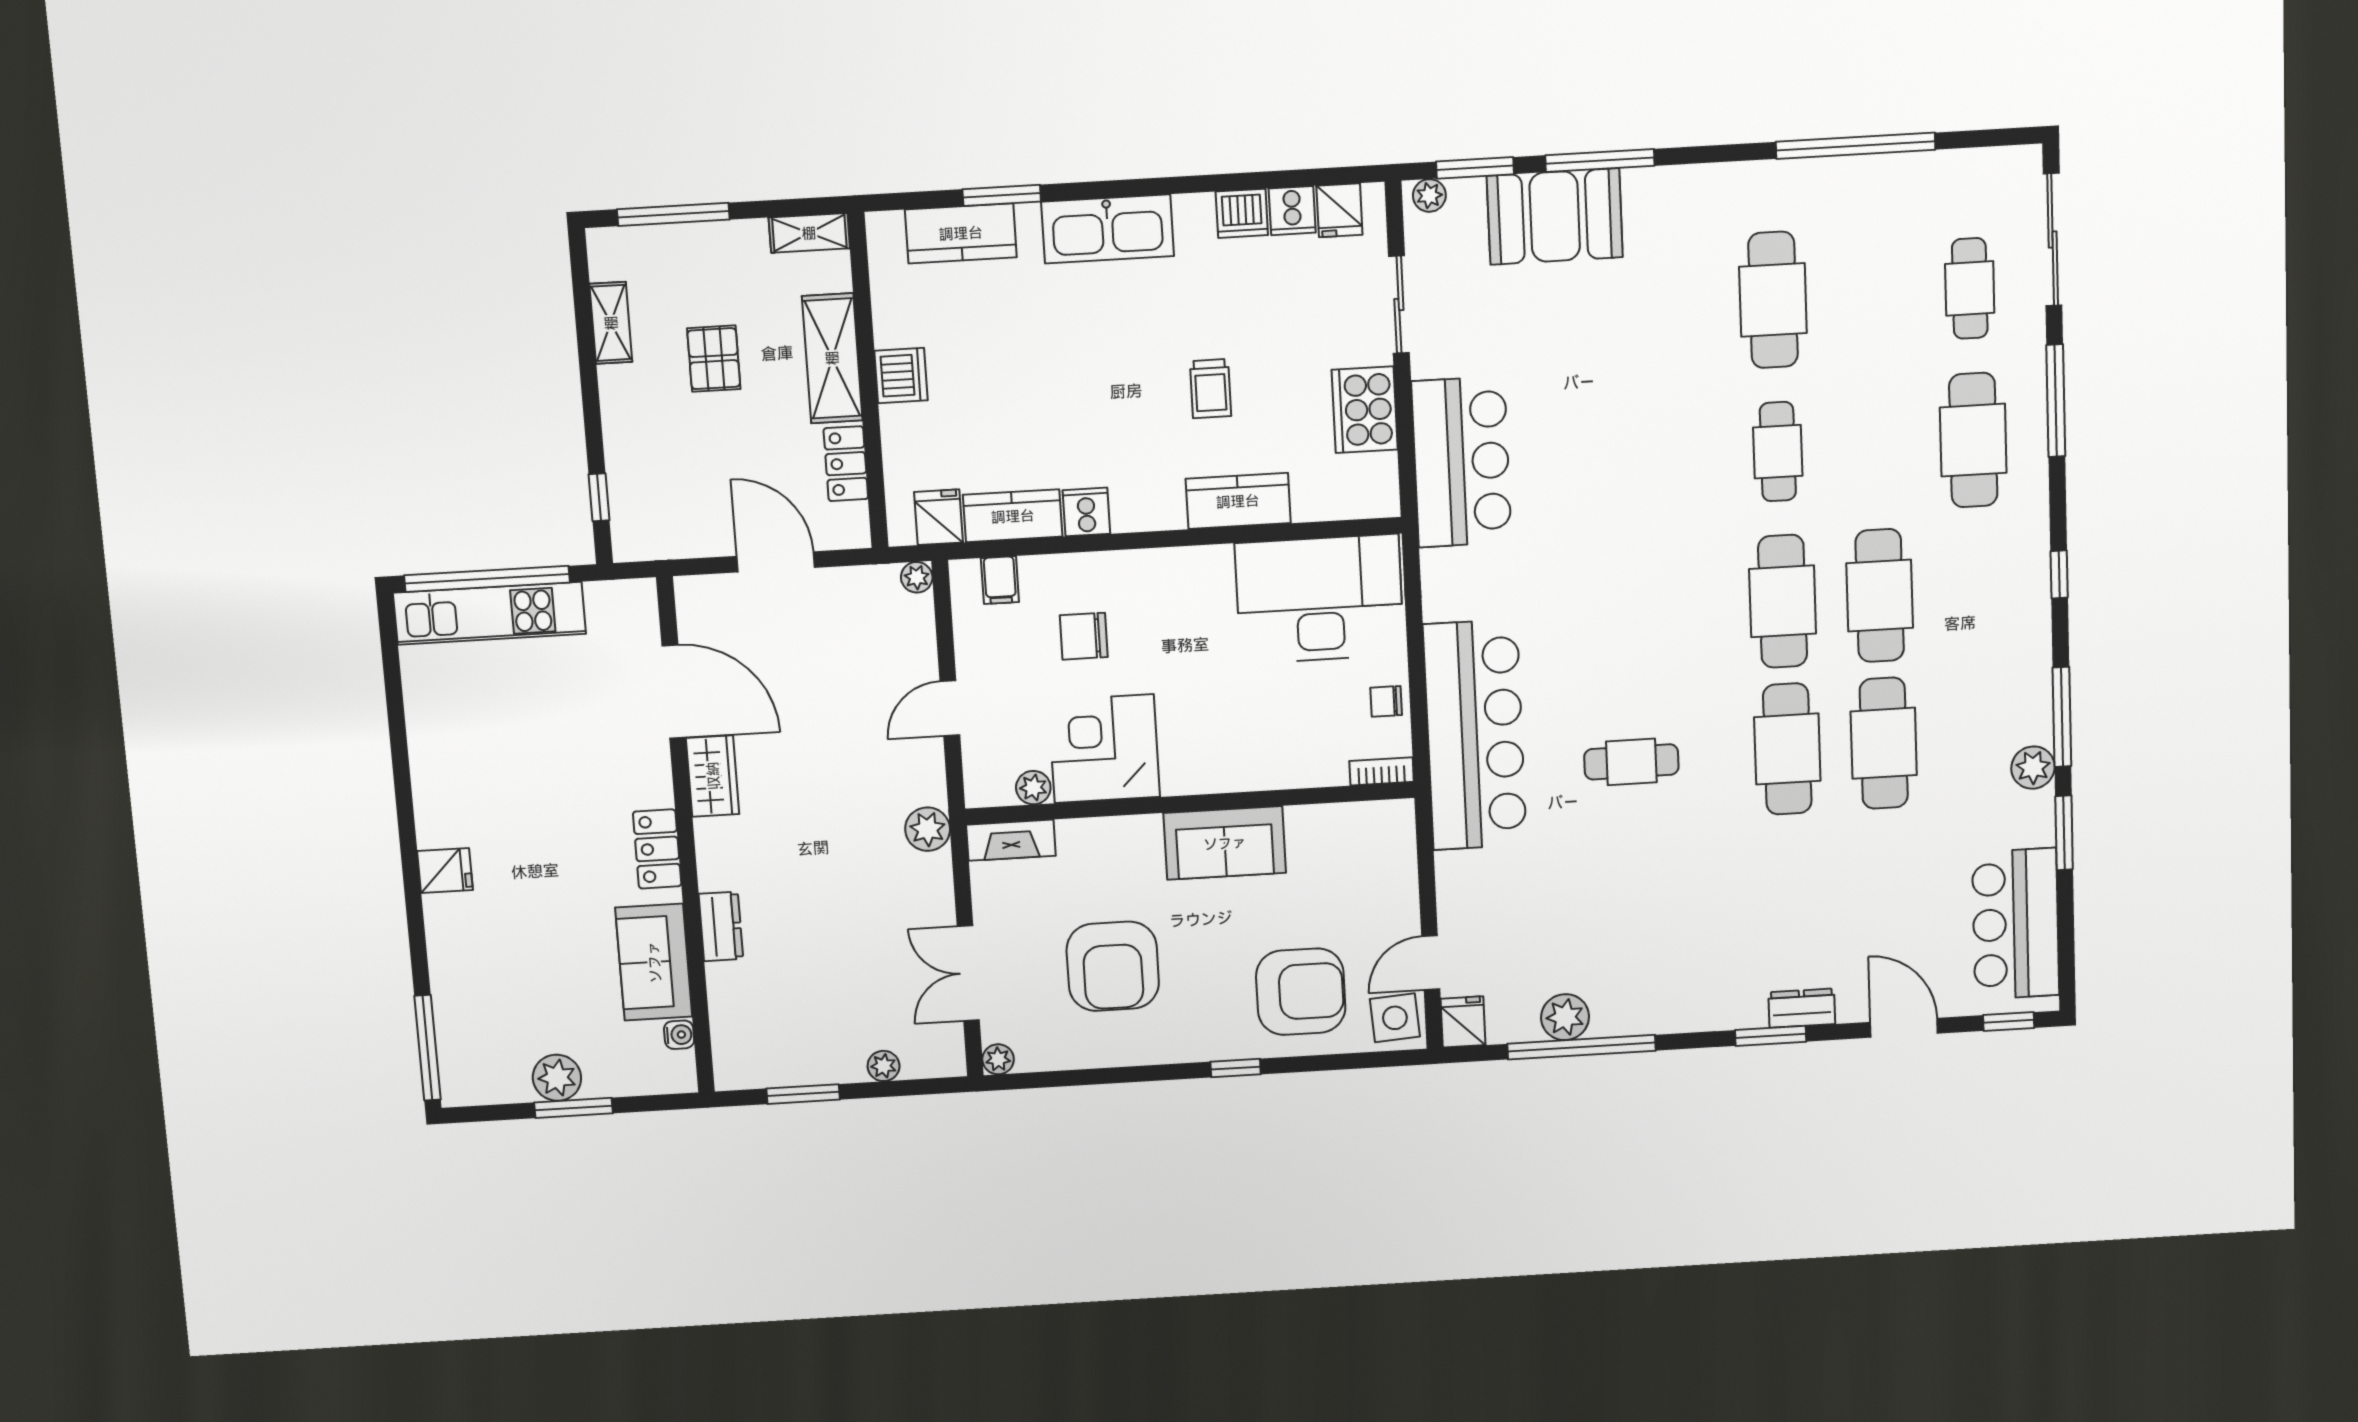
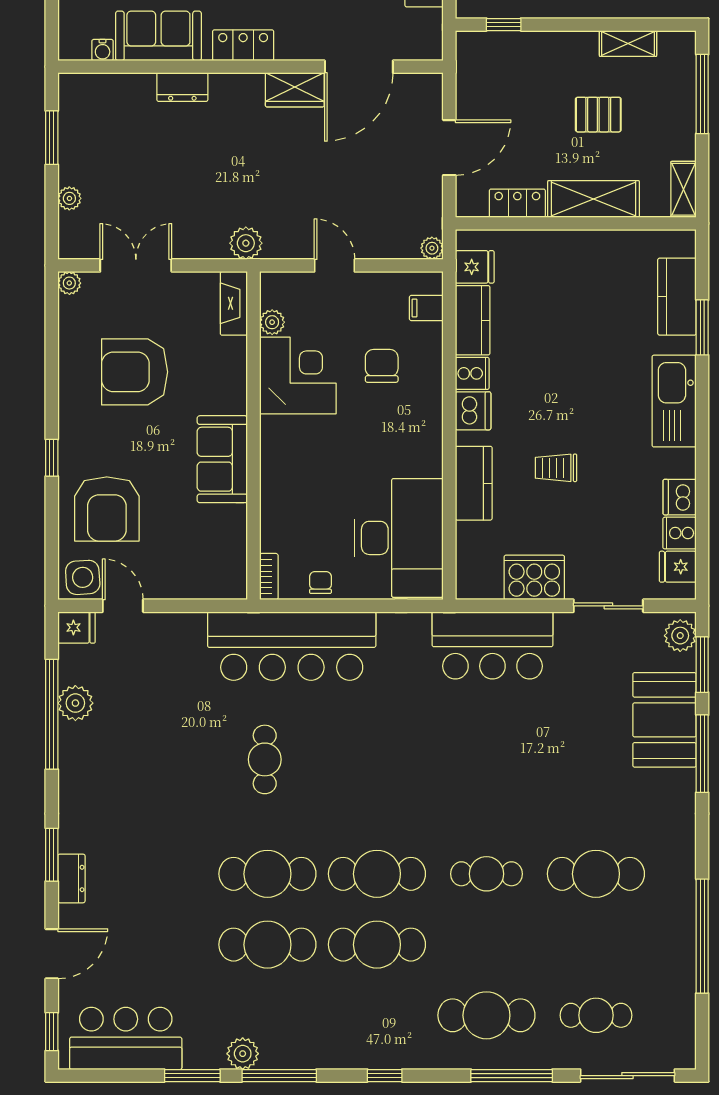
plant: (1429, 195) -> (680, 636), width x1.38, depth x1.38
dishwasher: (901, 376) -> (473, 411), moved, turned -90

